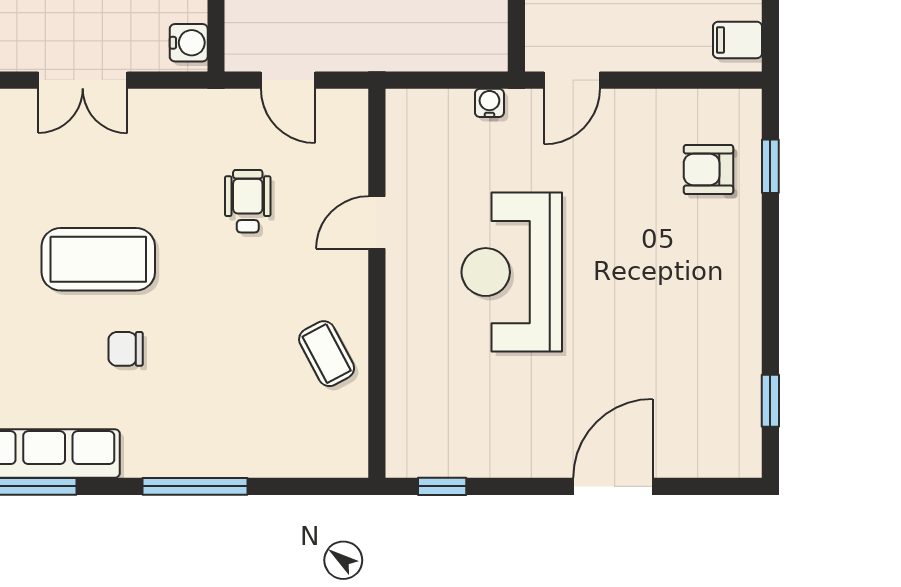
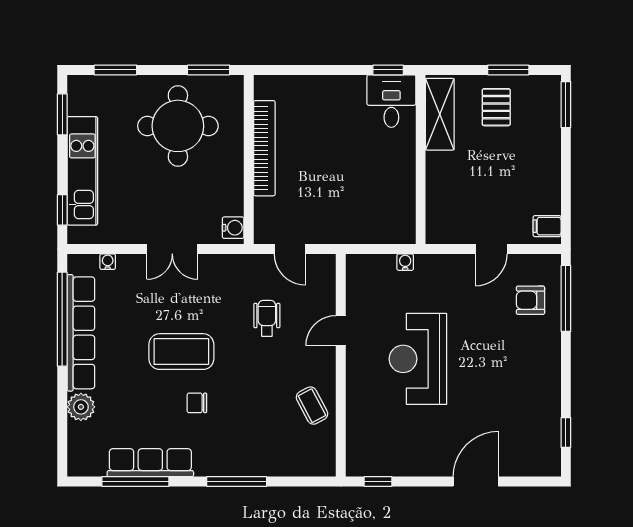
door: (572, 80) -> (491, 249), moved
window: (770, 166) -> (566, 298), width x2.17

